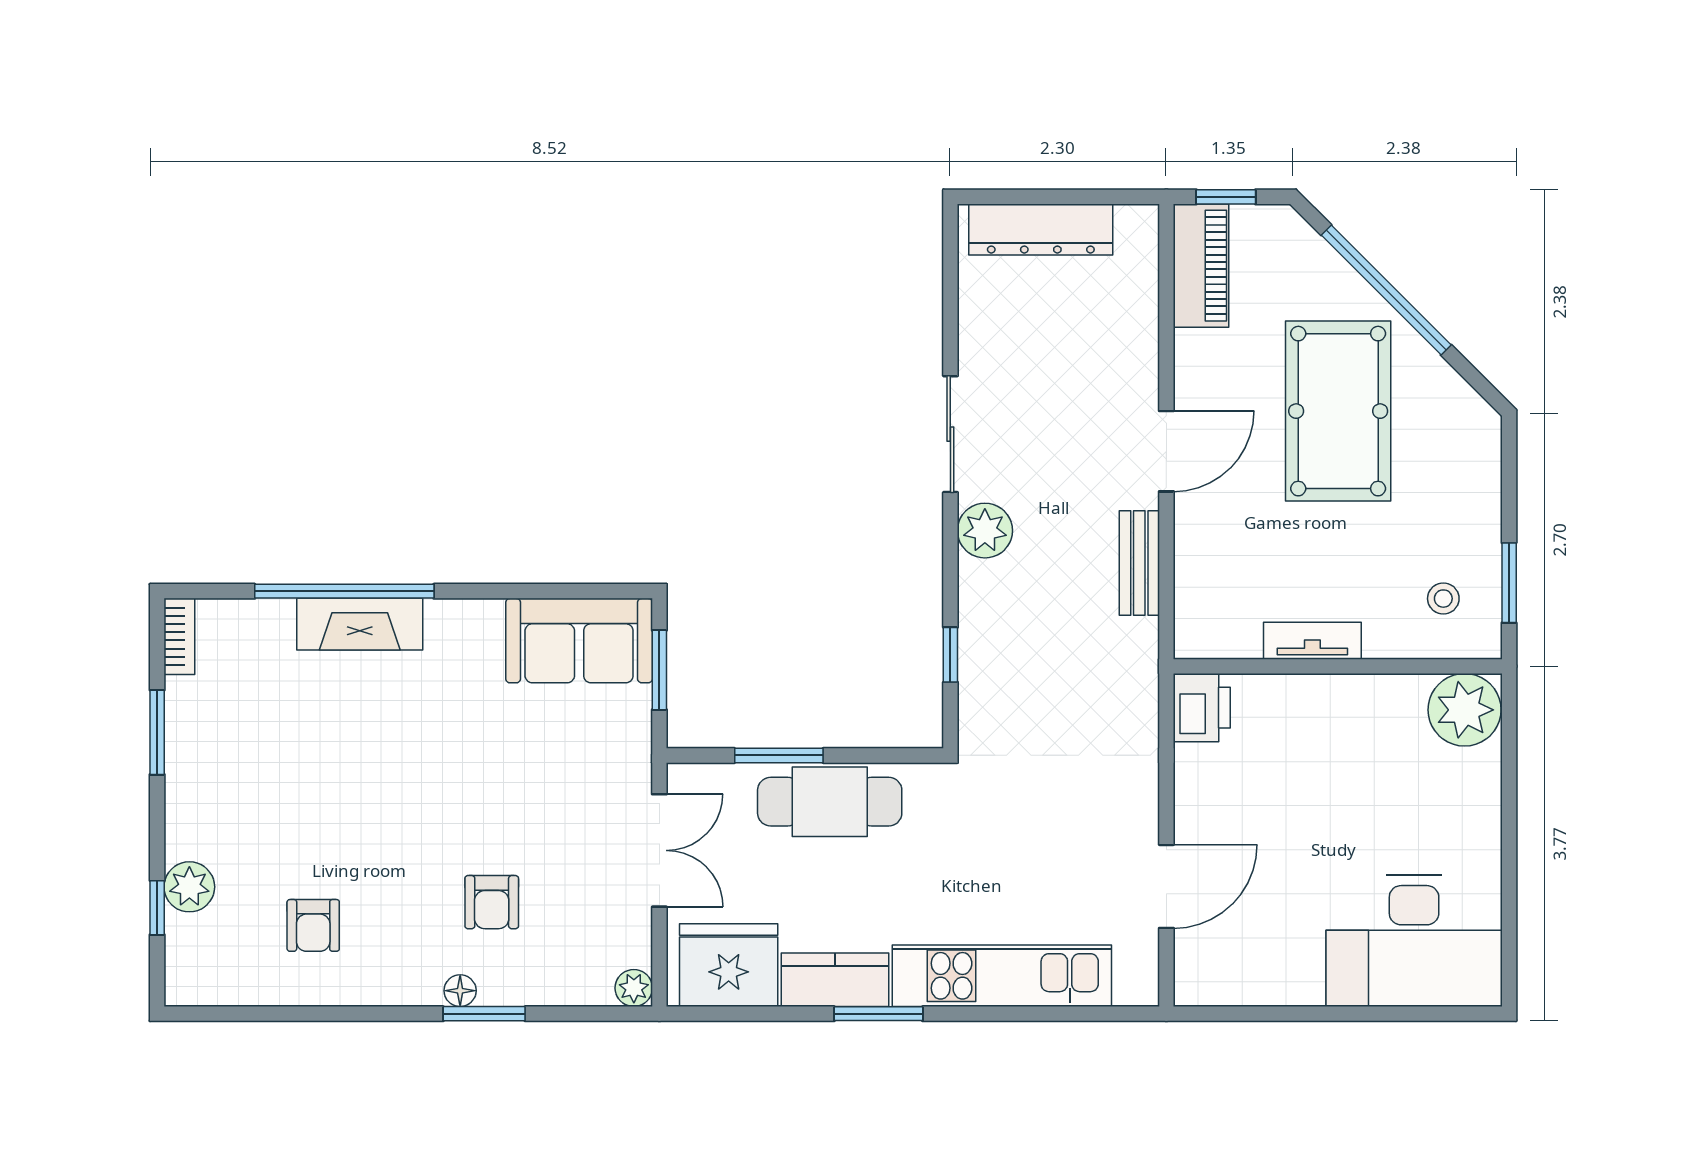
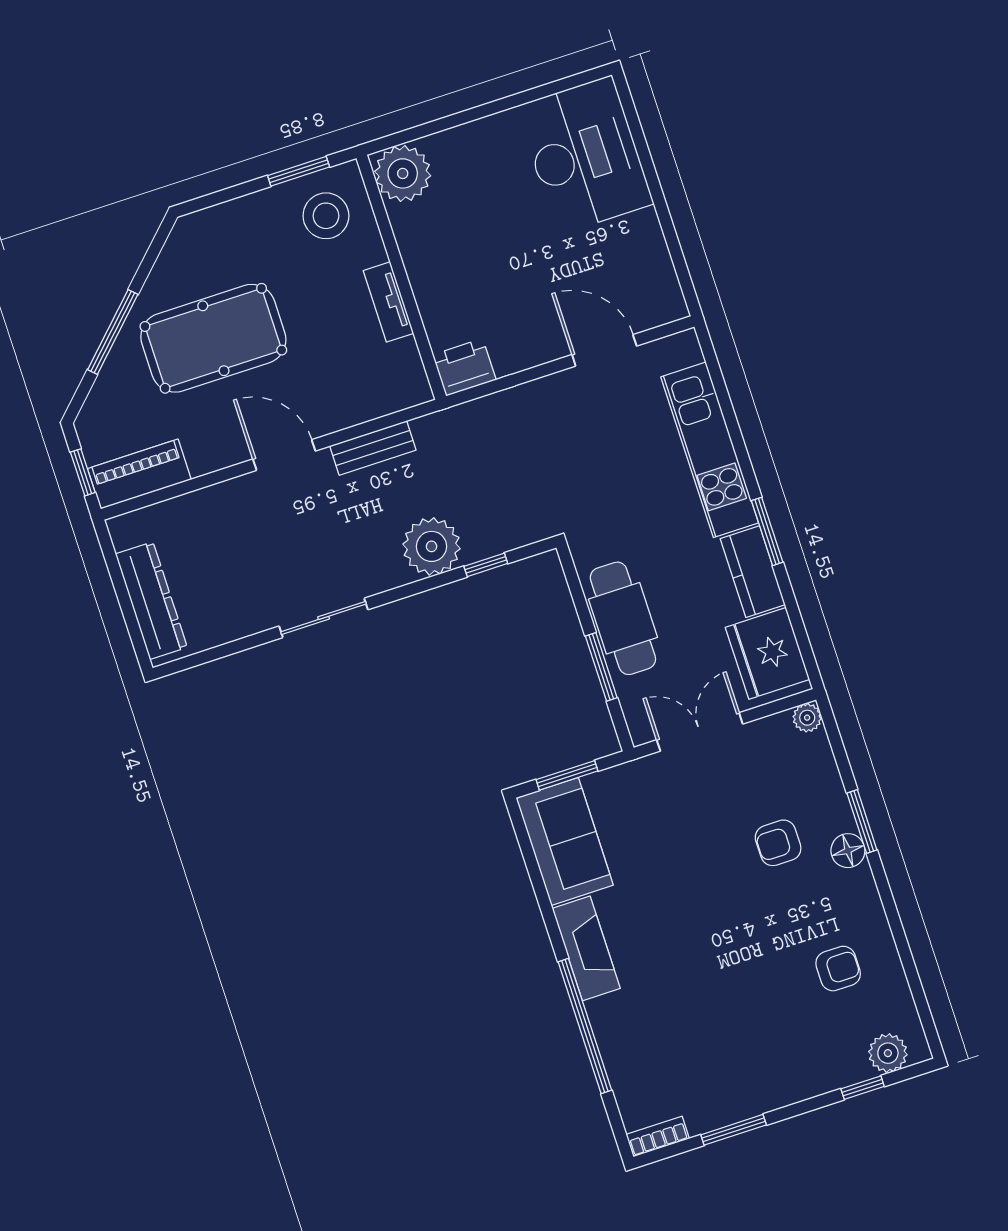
window: (1386, 290) -> (113, 332), width x0.68
plant: (985, 531) -> (432, 546), moved, width x1.36, depth x1.36
stool: (1443, 599) -> (326, 216), width x1.89, depth x1.89
fireplace: (360, 624) -> (586, 948), moved
plant: (189, 887) -> (888, 1053), moved
armchair: (492, 902) -> (778, 843), turned 180
floor lamp: (460, 991) -> (848, 851), width x1.37, depth x1.37

